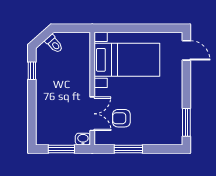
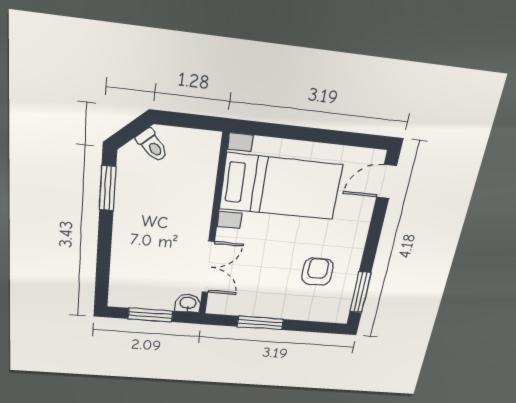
door: (186, 50) -> (387, 181), swing flipped
window: (32, 71) -> (108, 188), width x1.50
armchair: (121, 118) -> (318, 272), moved, turned 90

